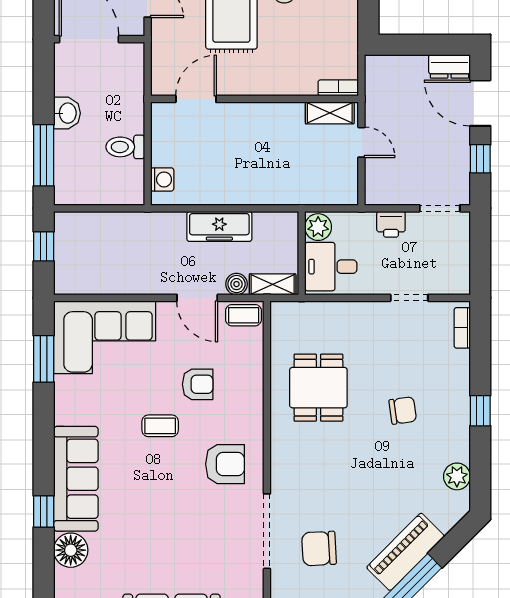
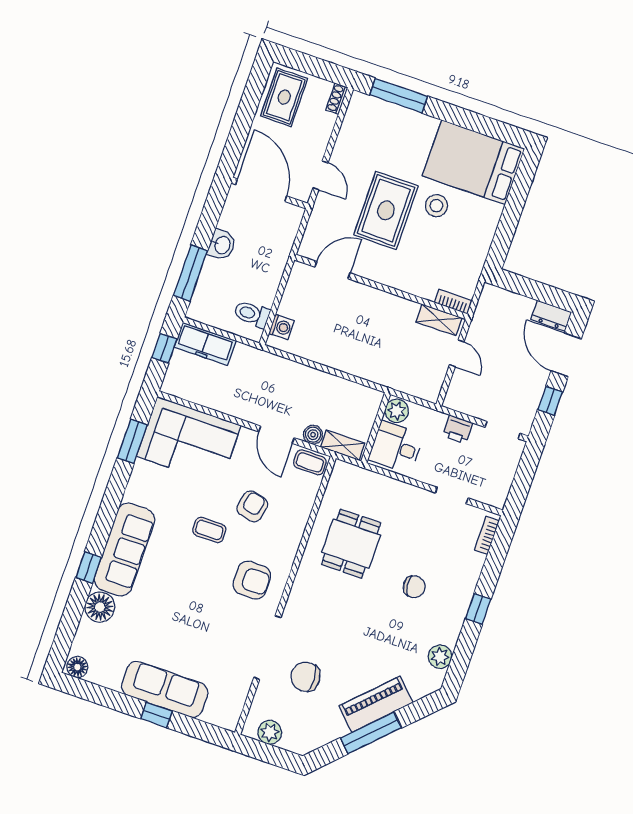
toilet: (125, 147) -> (252, 314), moved
freezer: (219, 226) -> (205, 344), moved
armchair: (198, 384) -> (252, 506), turned -78

